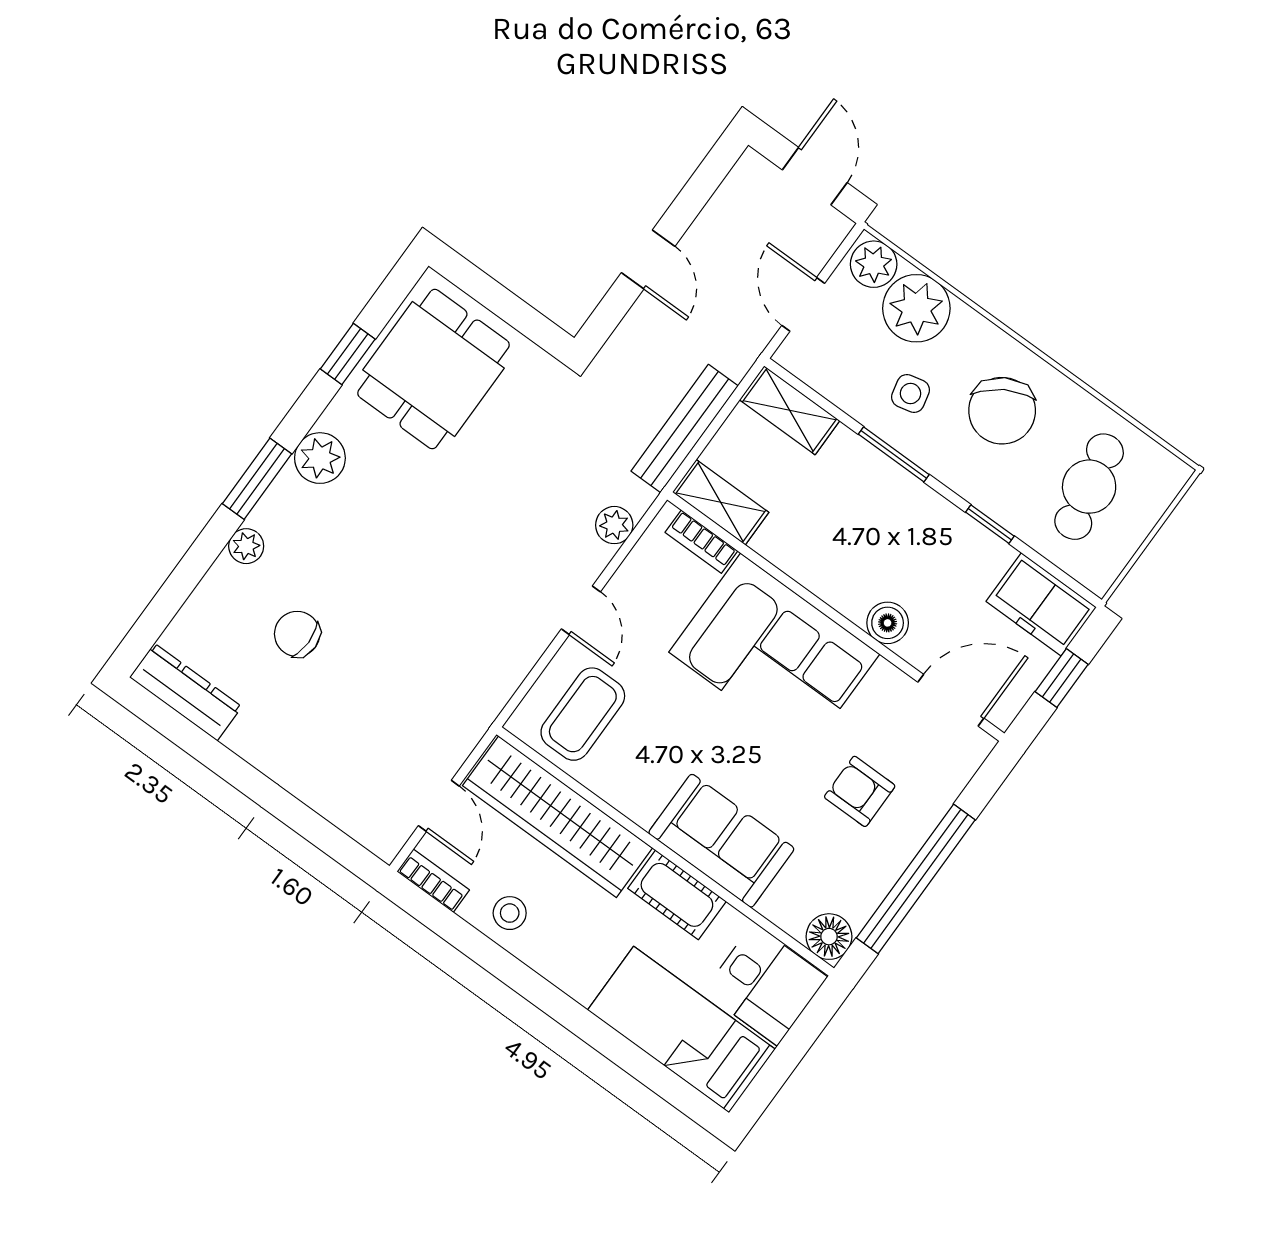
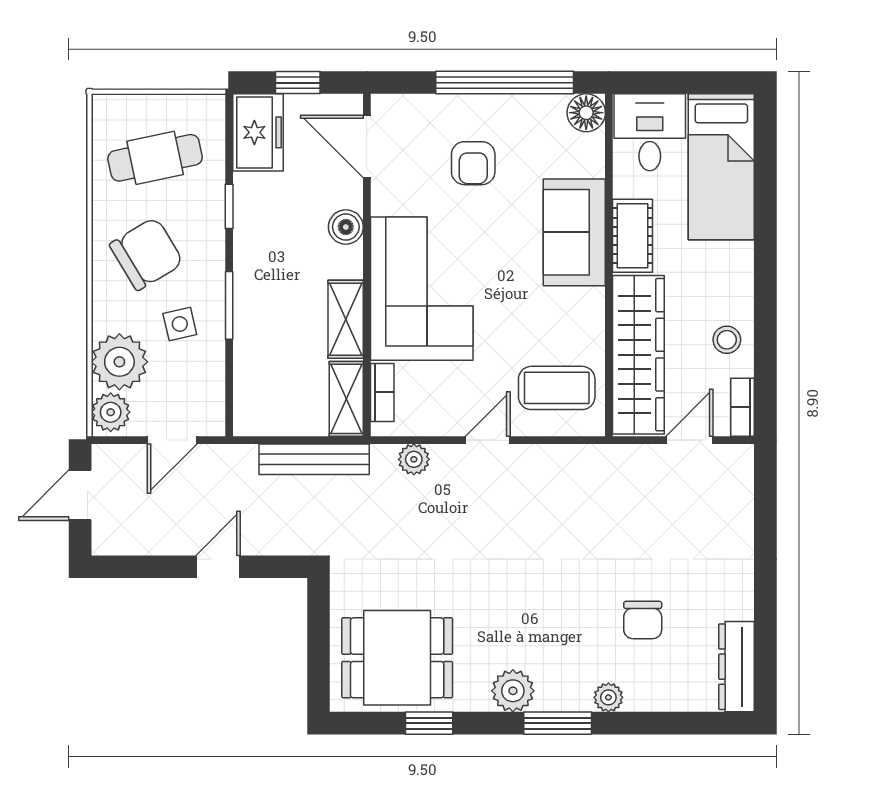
shelving: (790, 410) -> (346, 319), moved

